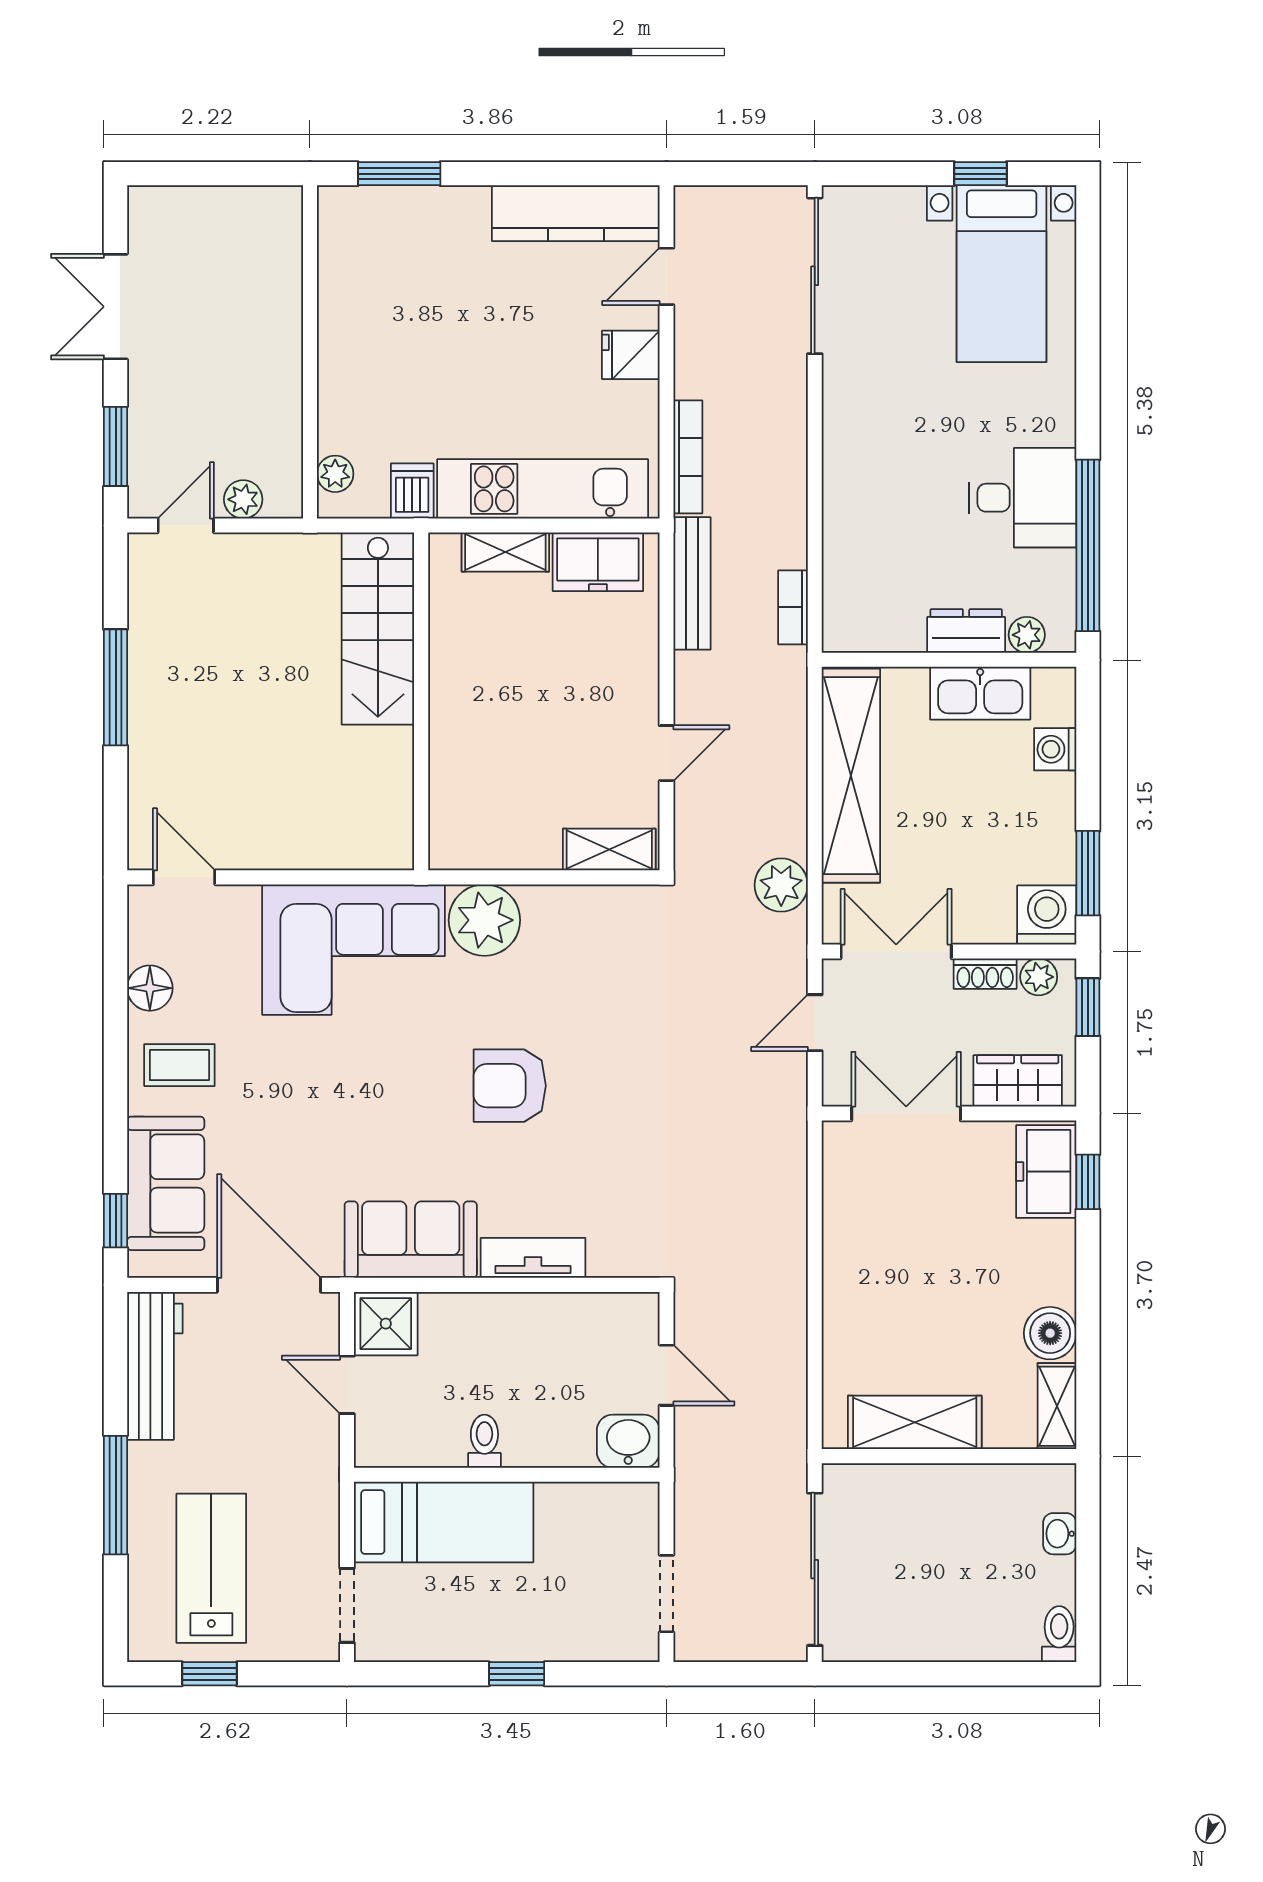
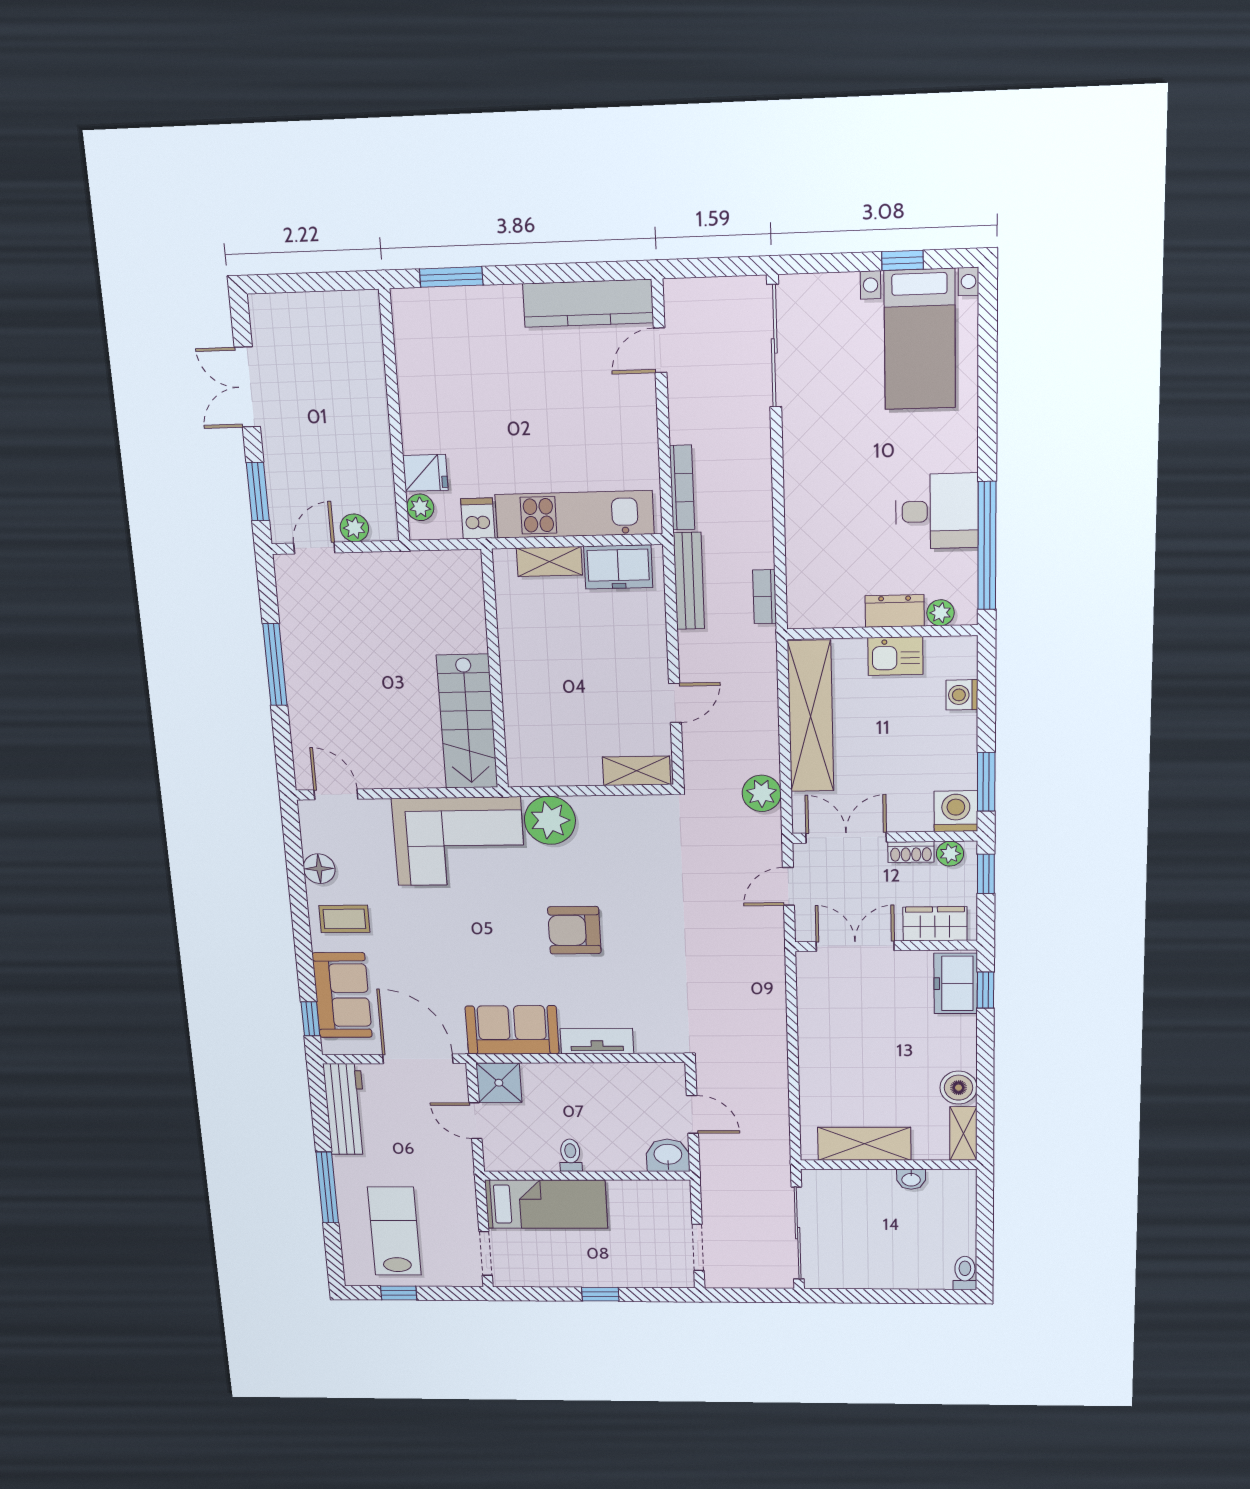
fridge: (631, 355) -> (425, 473), moved, turned 180
stairs: (378, 629) -> (467, 722), moved
kitchen sink: (980, 693) -> (895, 656), width x0.73
washbasin: (1060, 1534) -> (911, 1179), moved, turned -90

